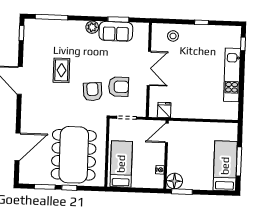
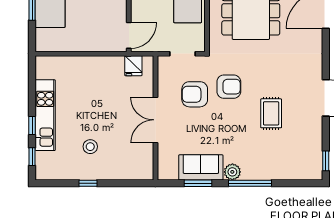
window: (51, 17) -> (250, 183), moved
stool: (173, 36) -> (90, 147), moved
window: (242, 67) -> (32, 126), added
armchair: (93, 92) -> (229, 87), turned -85

